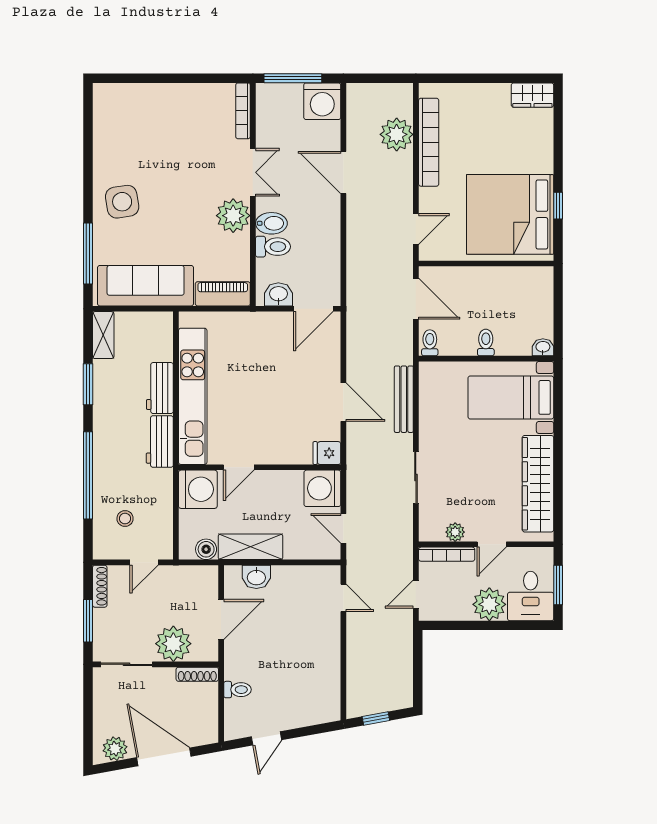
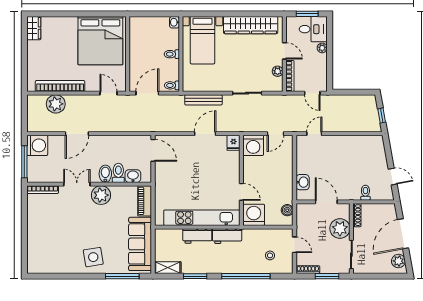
window: (558, 206) -> (95, 14), removed
washbasin: (278, 294) -> (133, 176), moved, turned 90
shelving: (250, 547) -> (286, 185), removed
plant: (489, 604) -> (322, 48), width x0.53, depth x0.53

